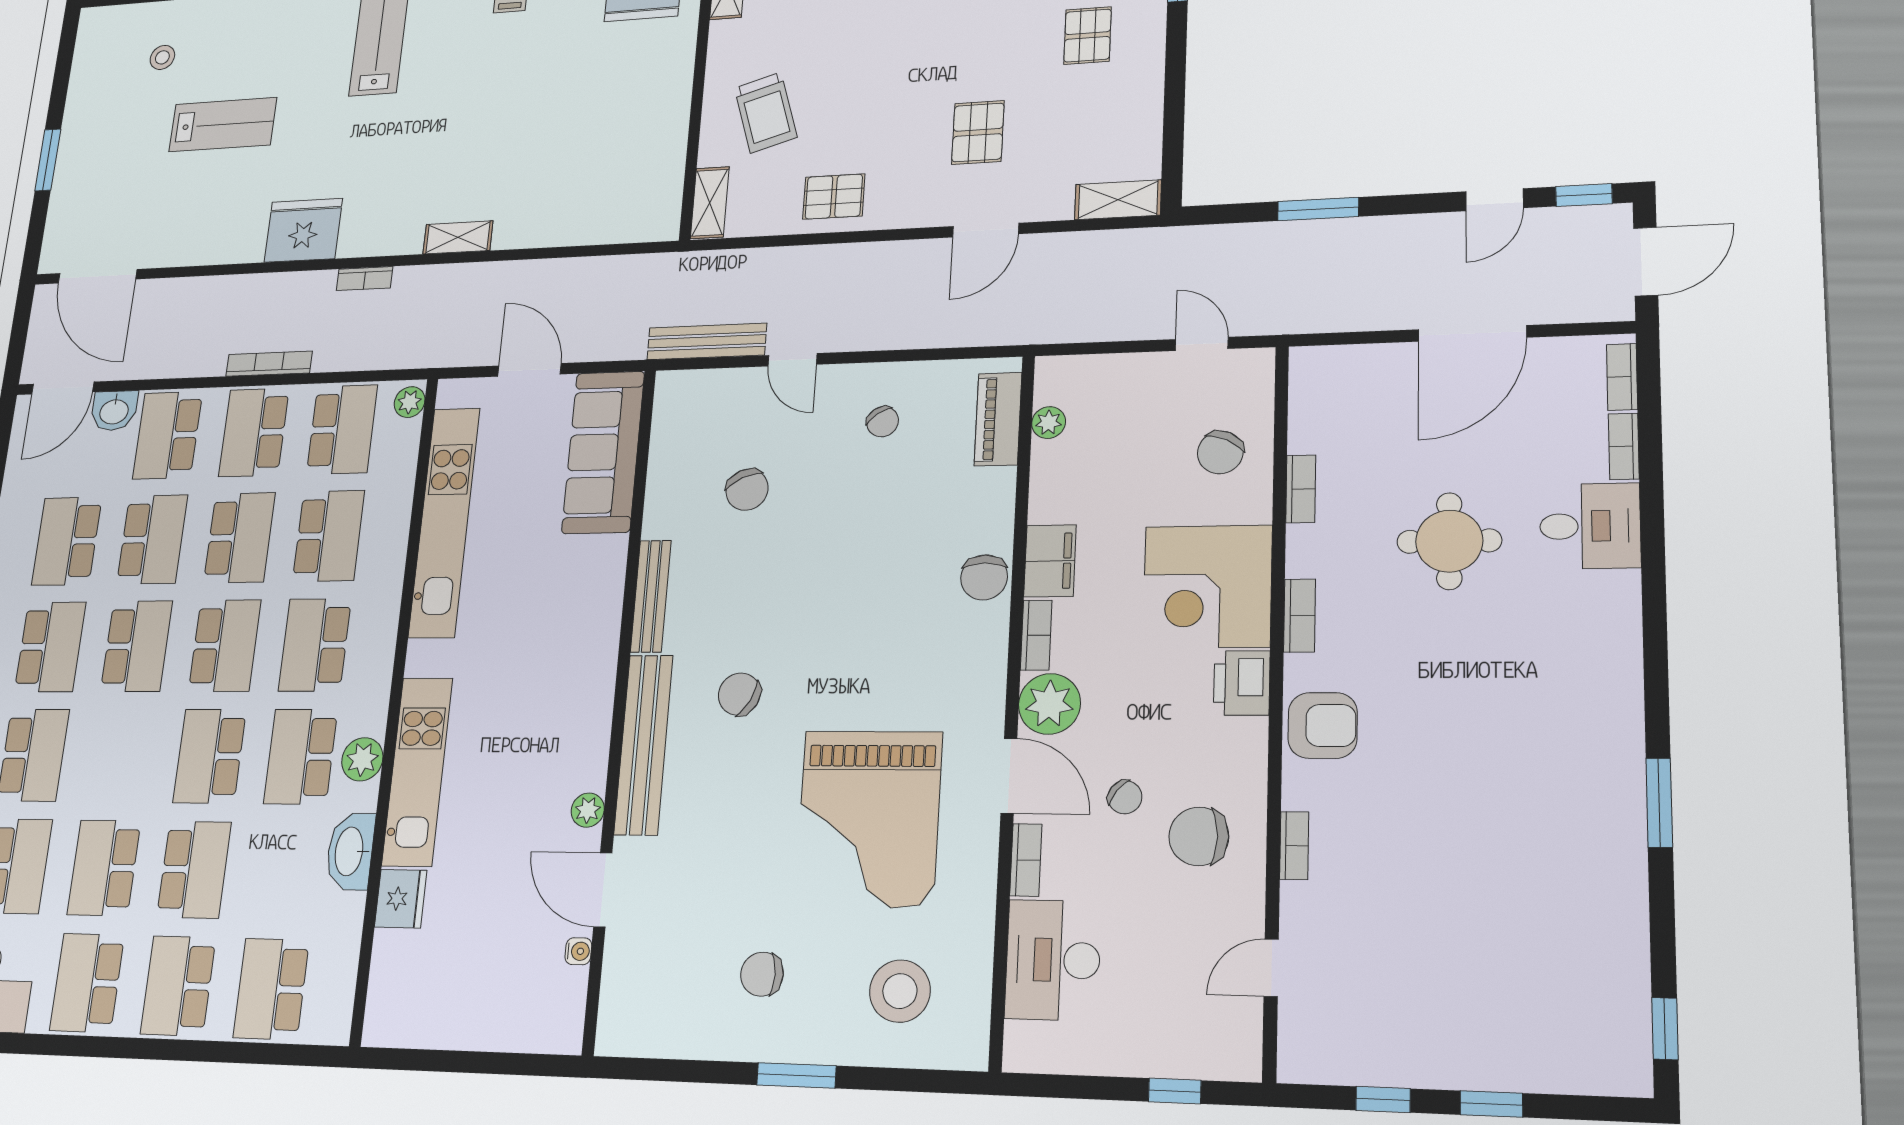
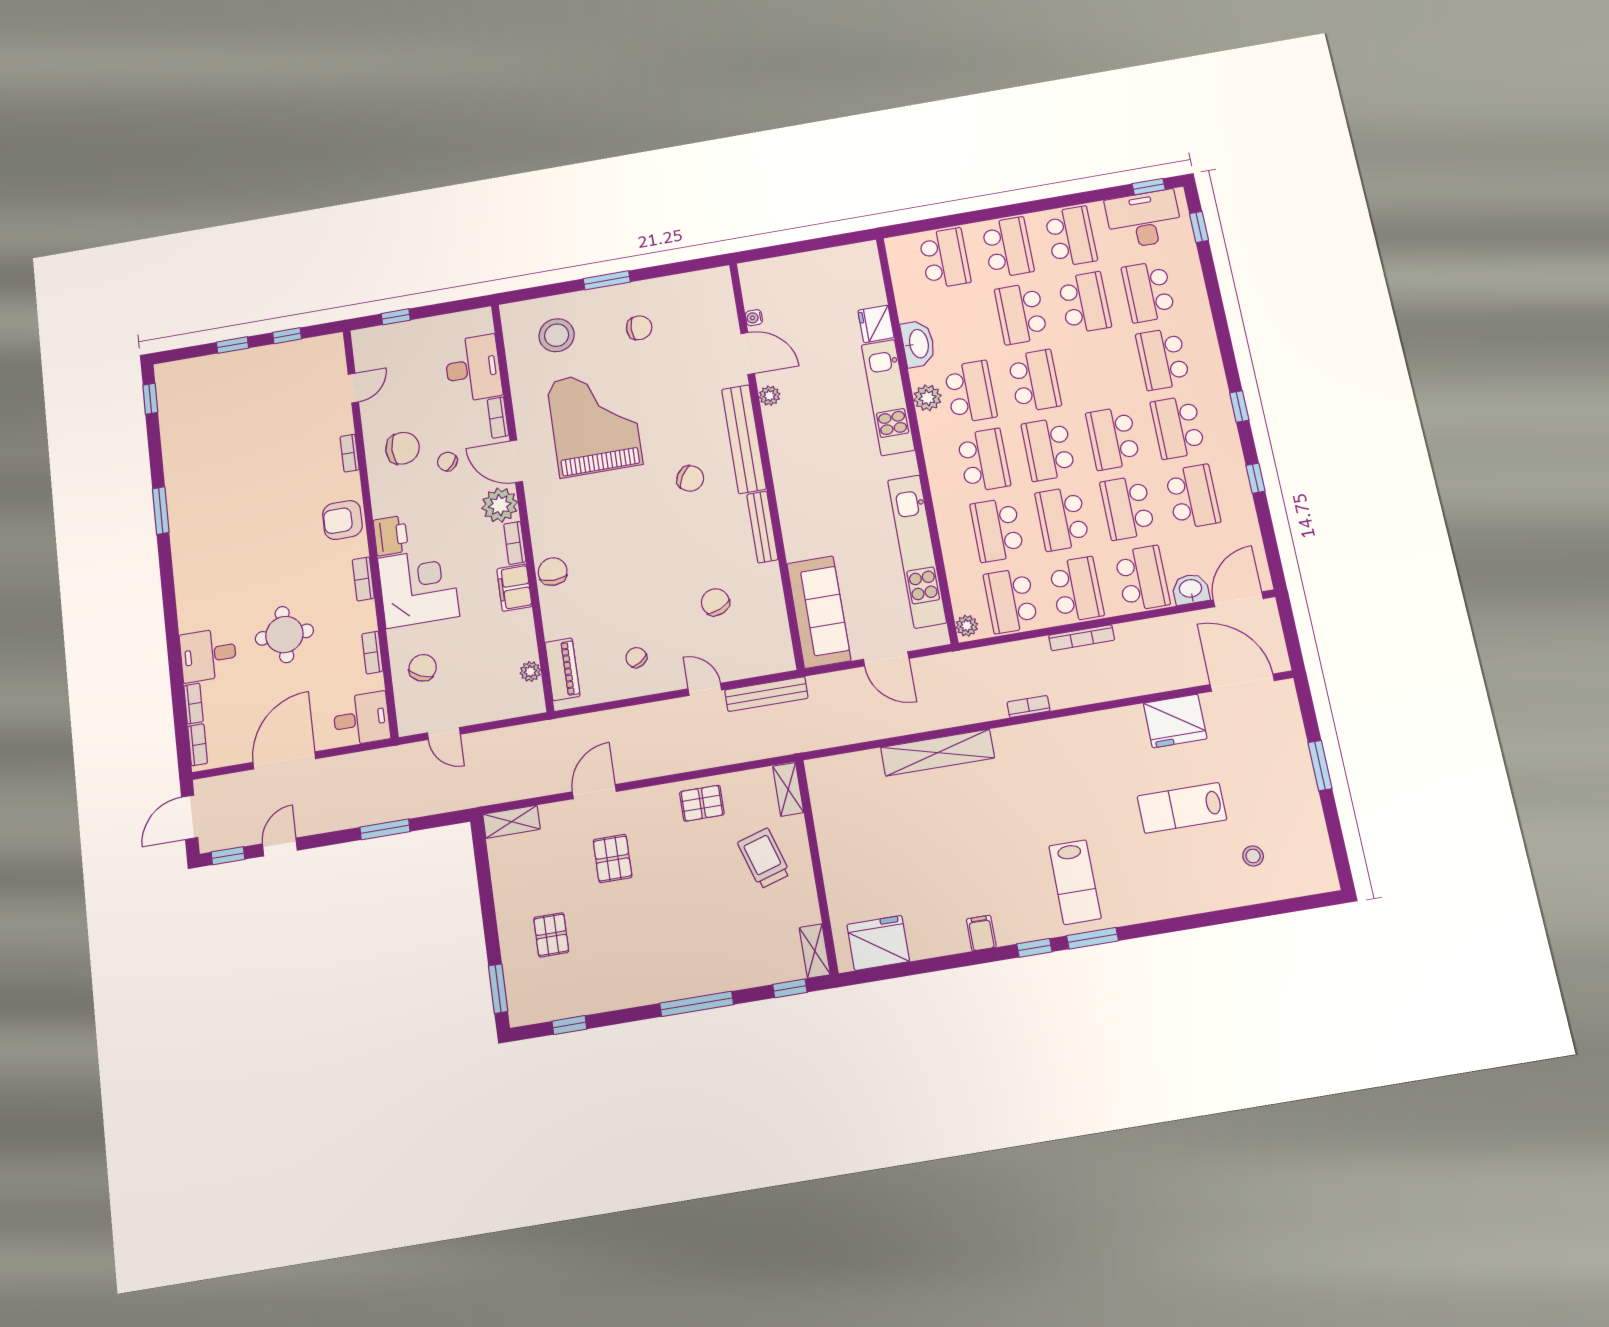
fridge: (303, 230) -> (1175, 721), moved
shelving: (458, 237) -> (938, 753), width x2.20, depth x1.33
desk: (1334, 384) -> (361, 719), added

